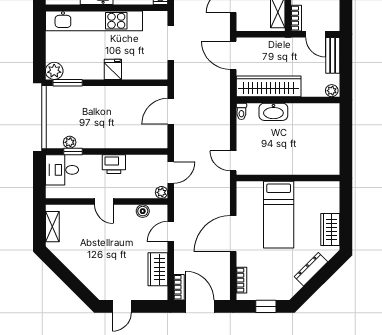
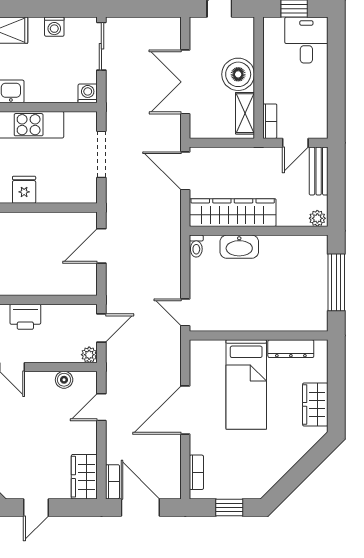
door: (315, 34) -> (295, 143), hinge flipped
window: (346, 138) -> (336, 282), added
wardrobe: (158, 269) -> (84, 477), moved
dresser: (311, 269) -> (291, 349), moved, turned -135

